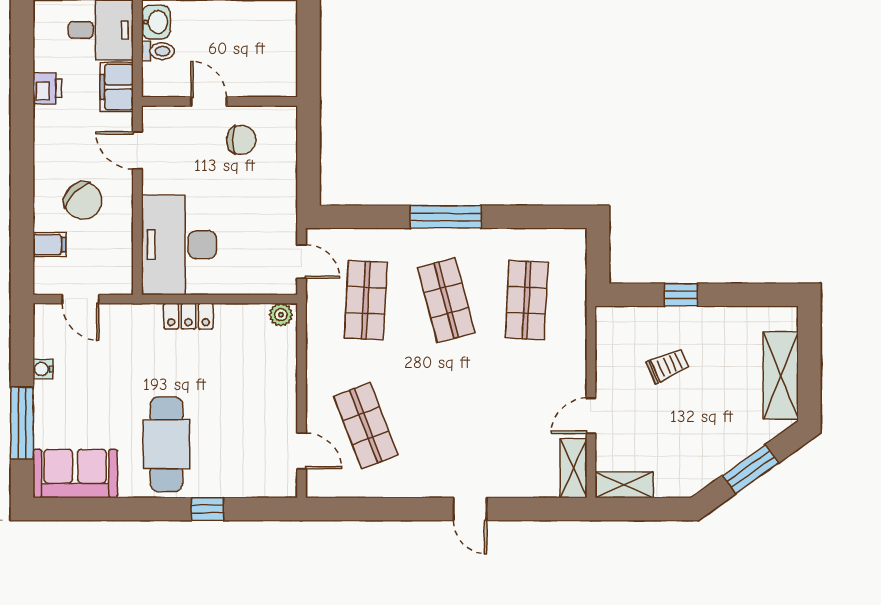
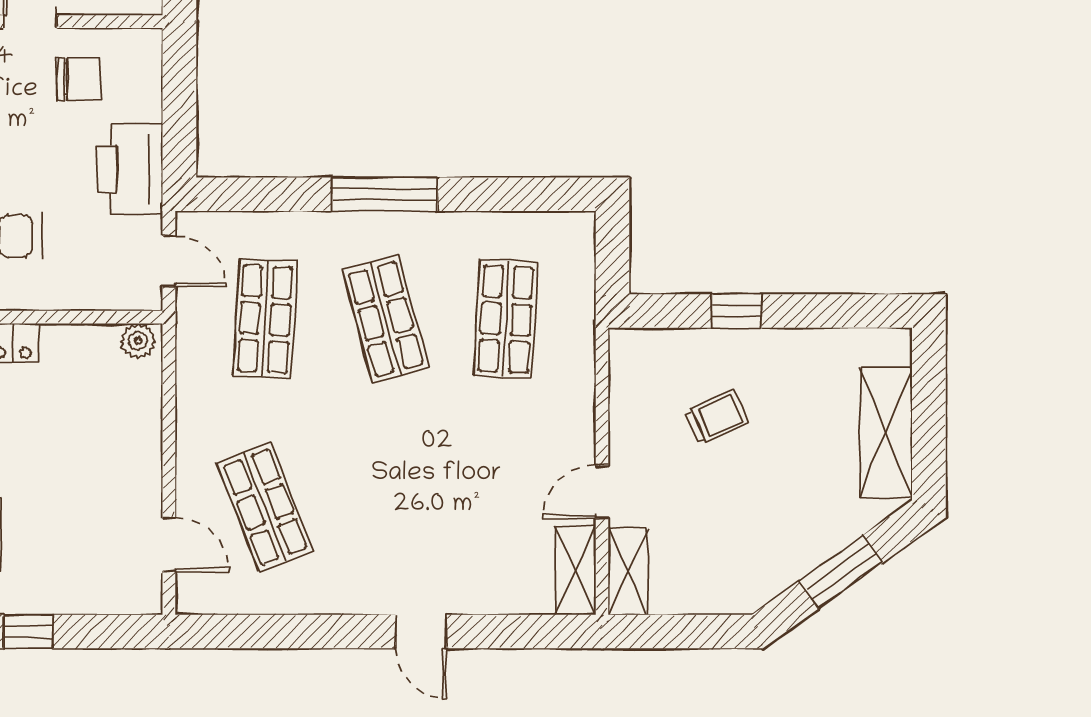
printer: (276, 200) -> (130, 169), added
shelving: (624, 485) -> (628, 571), moved, turned 90

